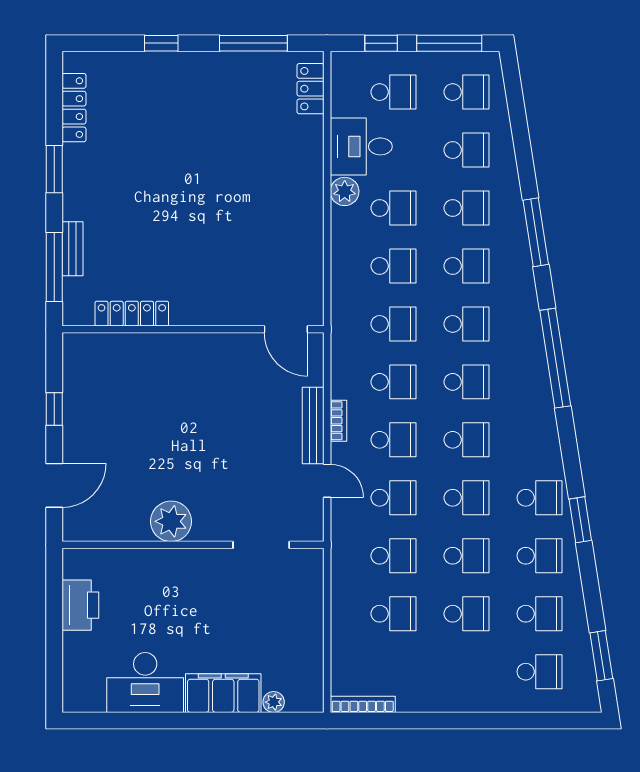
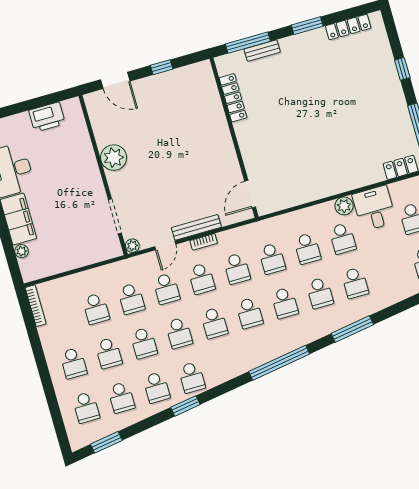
school desk: (466, 150) -> (73, 363), moved
plant: (313, 531) -> (132, 246), added

